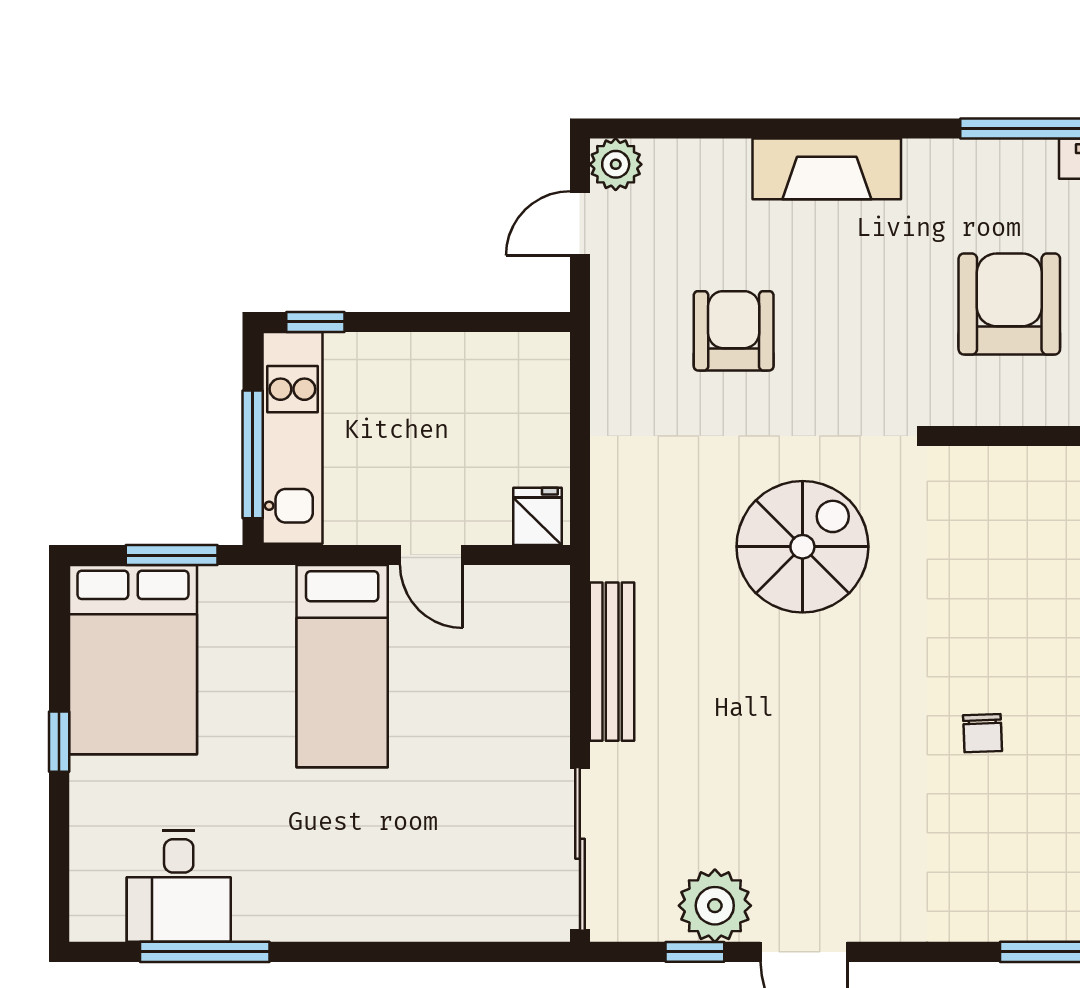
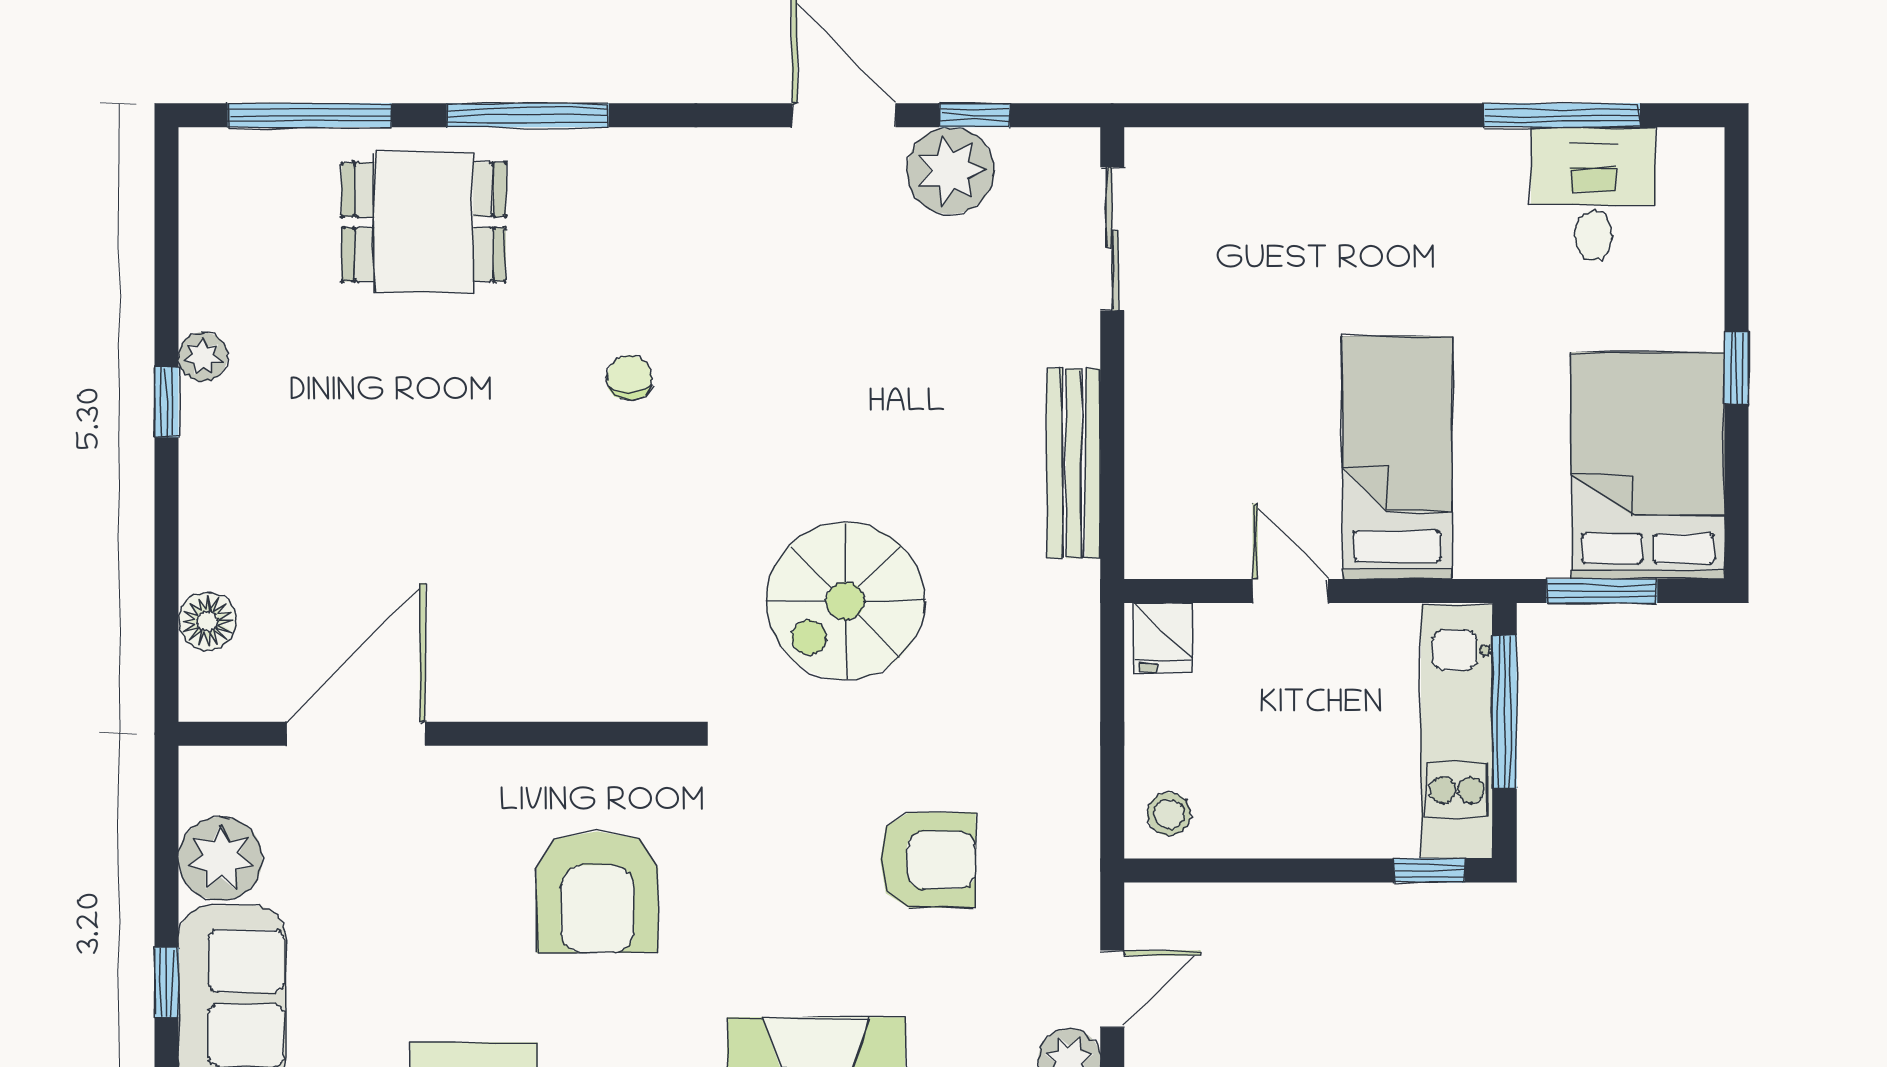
armchair: (734, 331) -> (928, 860), turned -90
stool: (533, 369) -> (1169, 814), added
sliding door: (580, 849) -> (1112, 239), width x0.73

